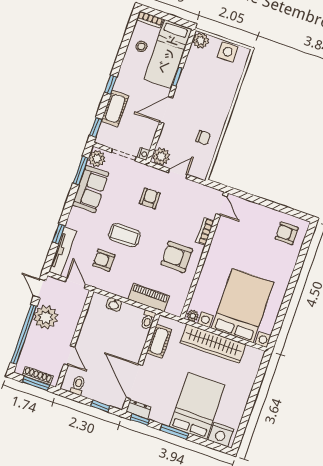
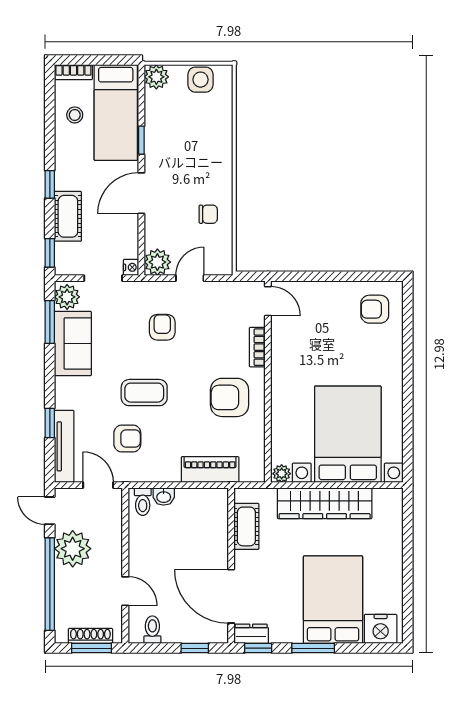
armchair: (104, 260) -> (127, 438), turned 180
toilet: (148, 320) -> (143, 502), moved

